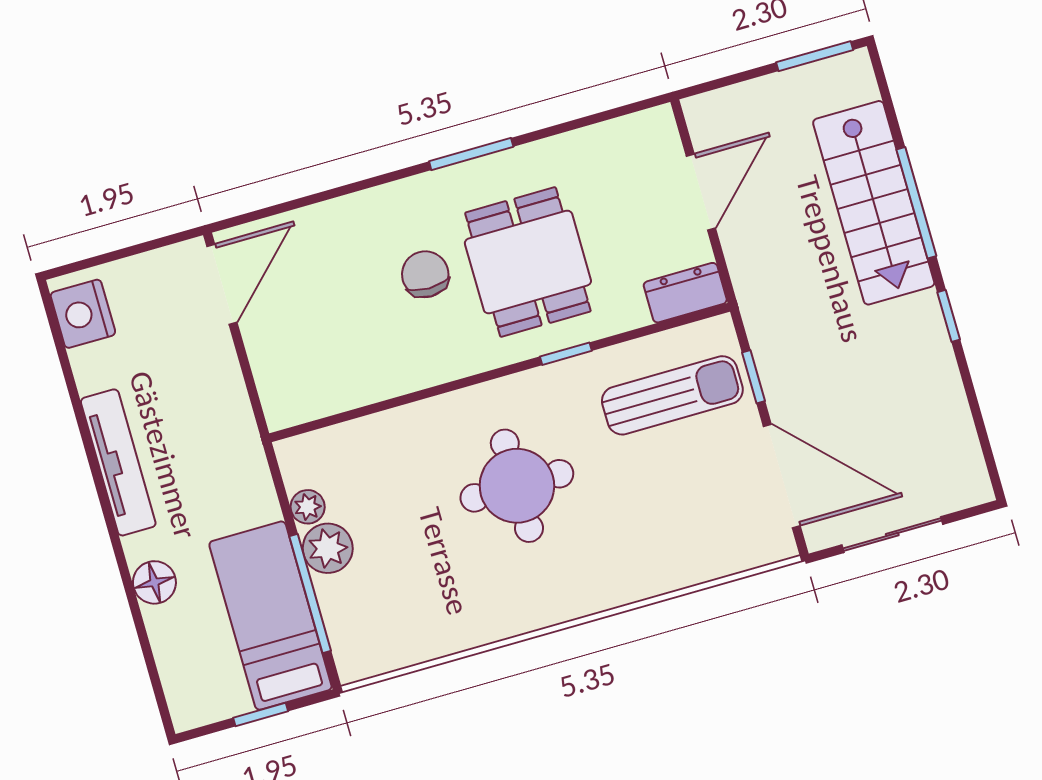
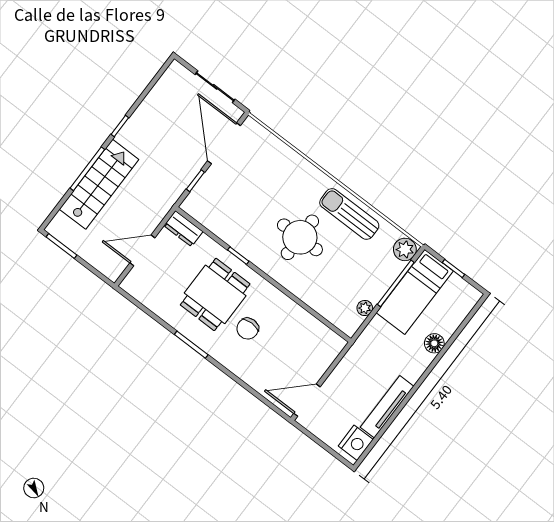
sun lounger: (672, 395) -> (349, 214), moved
tv unit: (118, 462) -> (387, 407), moved
plant: (328, 548) -> (405, 249), moved

